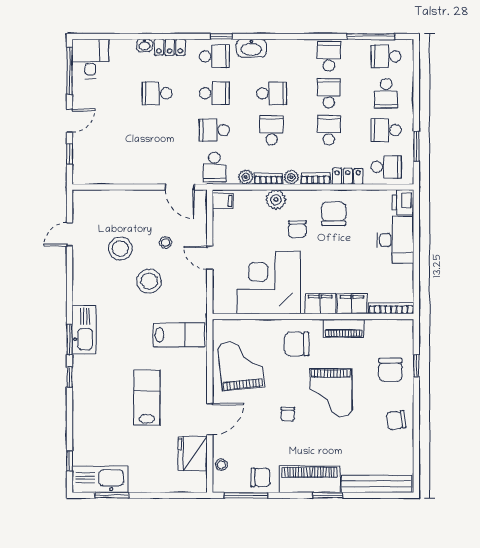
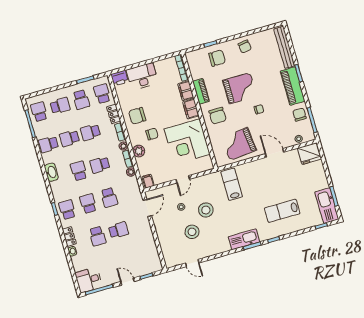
washbasin: (251, 48) -> (51, 172), moved
school desk: (386, 56) -> (39, 112), turned 180
school desk: (214, 167) -> (119, 230), moved
lab bench: (147, 398) -> (282, 211), moved
fridge: (192, 453) -> (309, 154), moved

